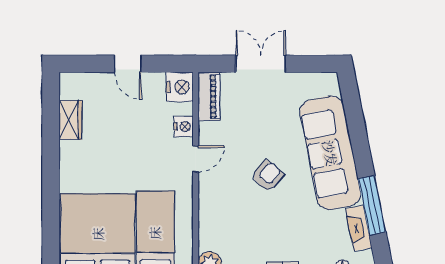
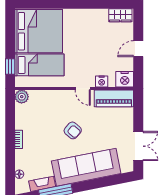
double door: (261, 64) -> (138, 146), moved
piano: (209, 96) -> (114, 98), width x1.37, depth x1.33
wardrobe: (71, 120) -> (120, 15), moved

